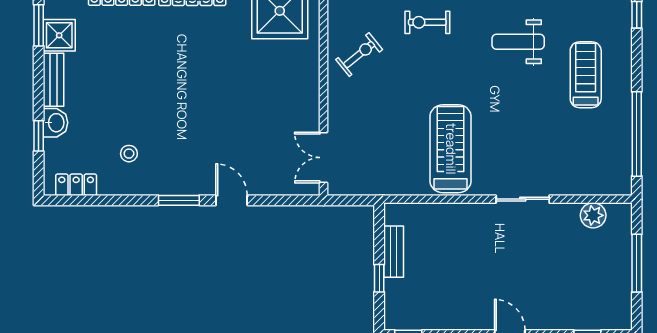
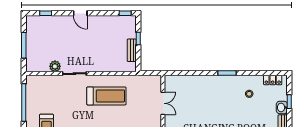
treadmill: (451, 149) -> (106, 96), turned -90
double door: (324, 158) -> (163, 103), moved
door: (232, 200) -> (204, 73), removed
plant: (593, 215) -> (55, 66), moved

